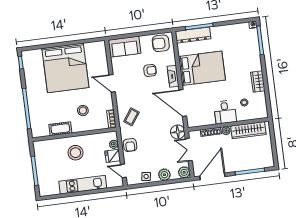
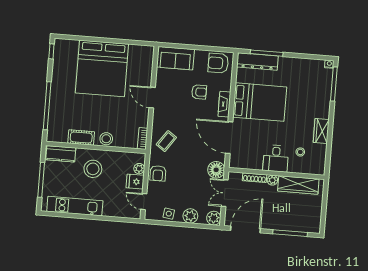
stool: (83, 111) -> (106, 139), moved
kitchen counter: (46, 146) -> (61, 154), added
kitchen unit: (83, 185) -> (75, 206), moved

